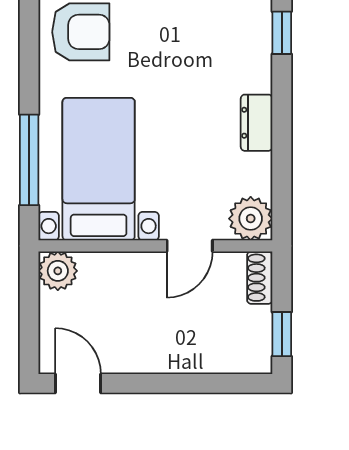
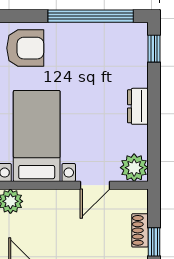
shoe rack: (260, 278) -> (140, 230), moved

